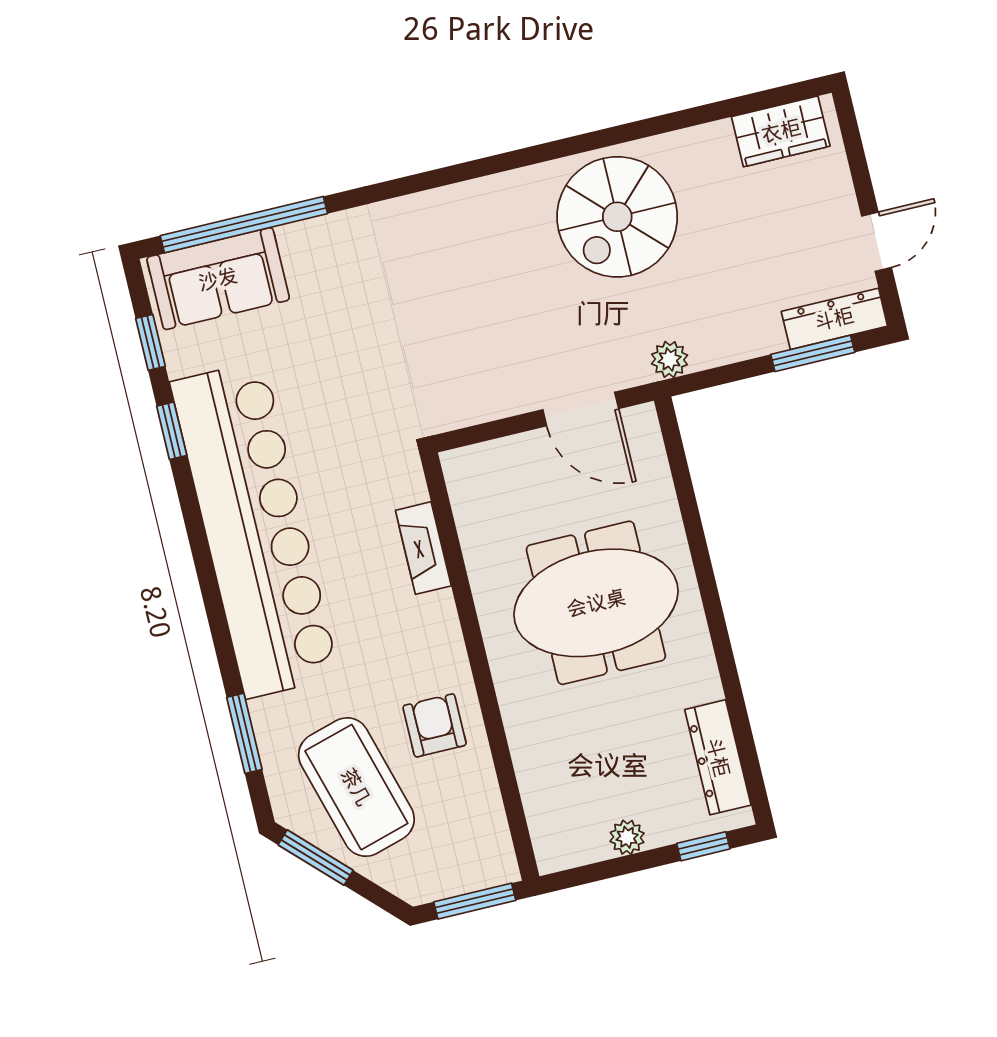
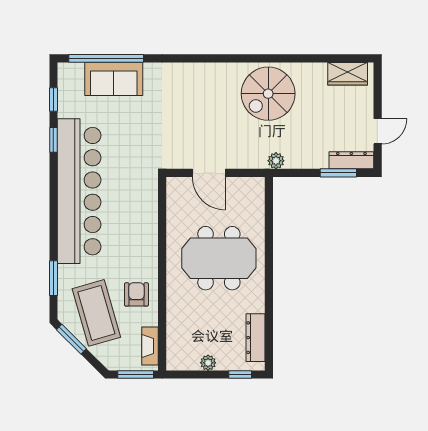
sofa: (218, 279) -> (114, 79), moved
door: (581, 409) -> (209, 173), moved
fireplace: (423, 548) -> (150, 346), moved

